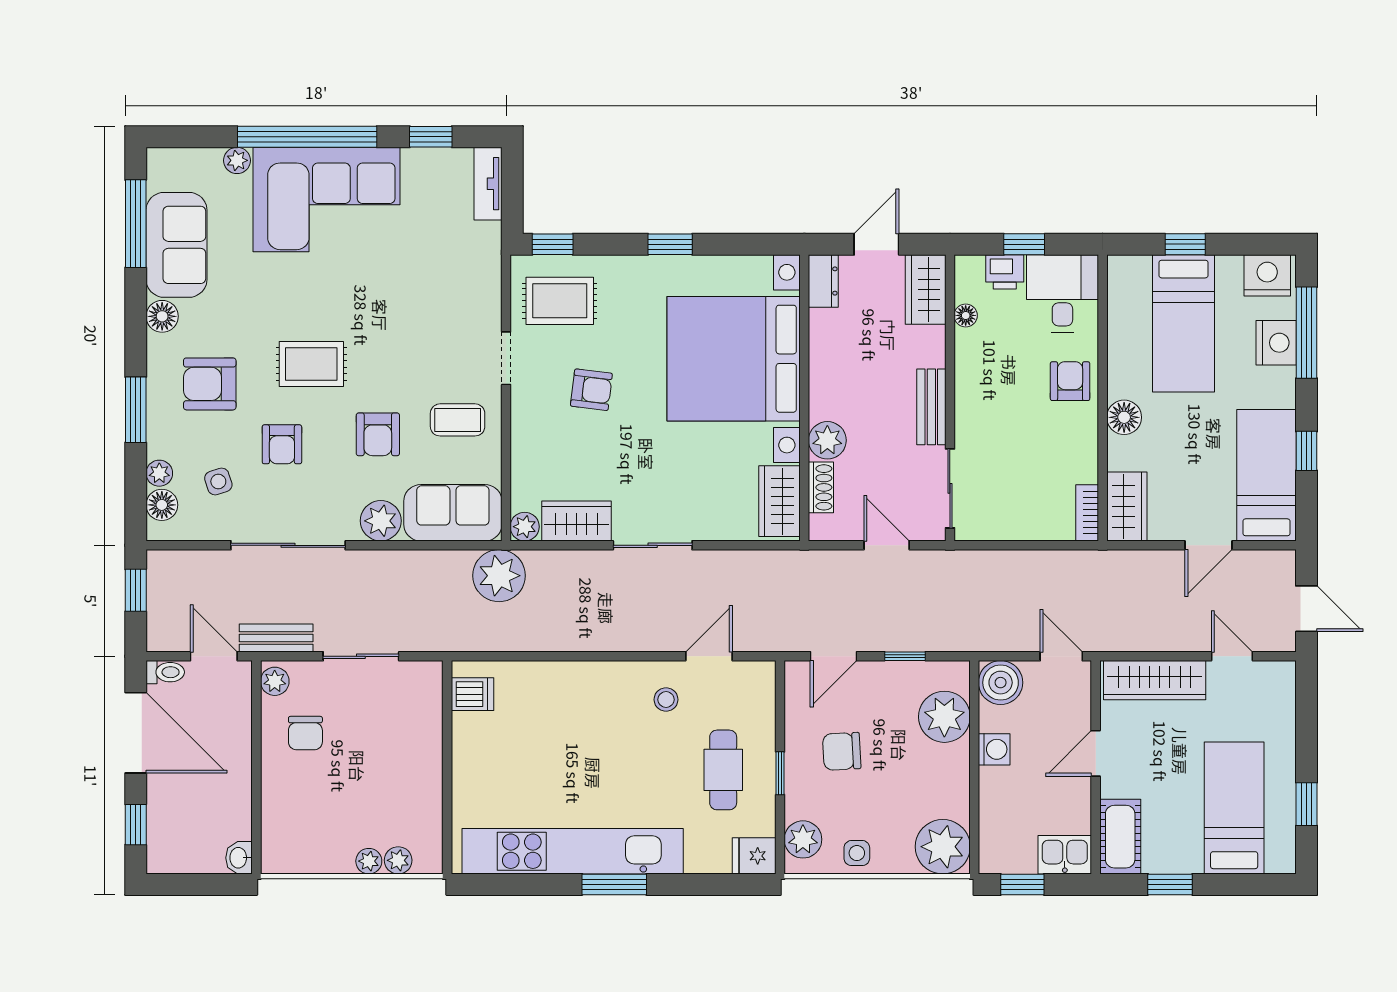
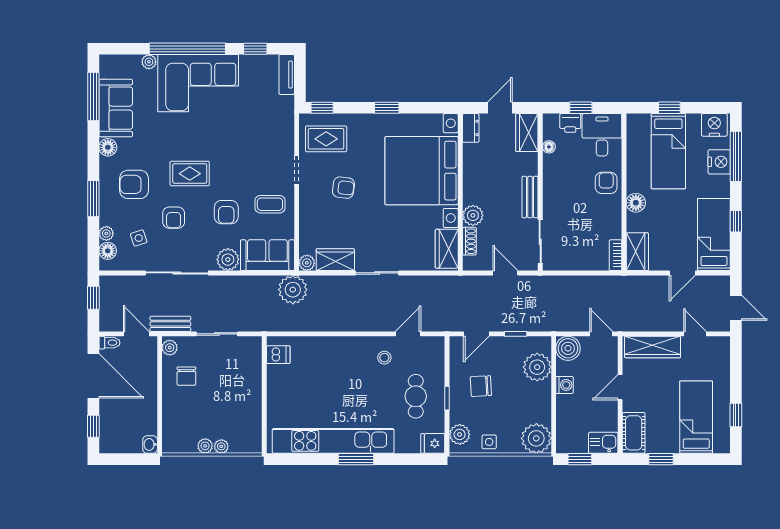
plant: (398, 860) -> (205, 446), moved

